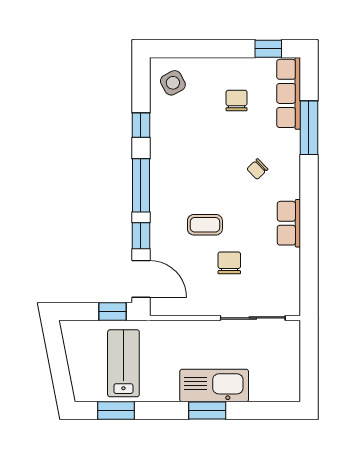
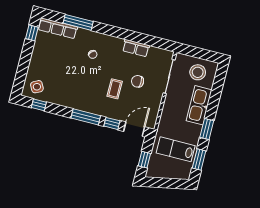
chair: (236, 100) -> (54, 56), removed
window: (141, 125) -> (39, 105), moved
row of seats: (289, 223) -> (136, 48), moved
window: (112, 311) -> (144, 160), moved
stool: (273, 368) -> (198, 72), added
window: (207, 411) -> (207, 129), moved

